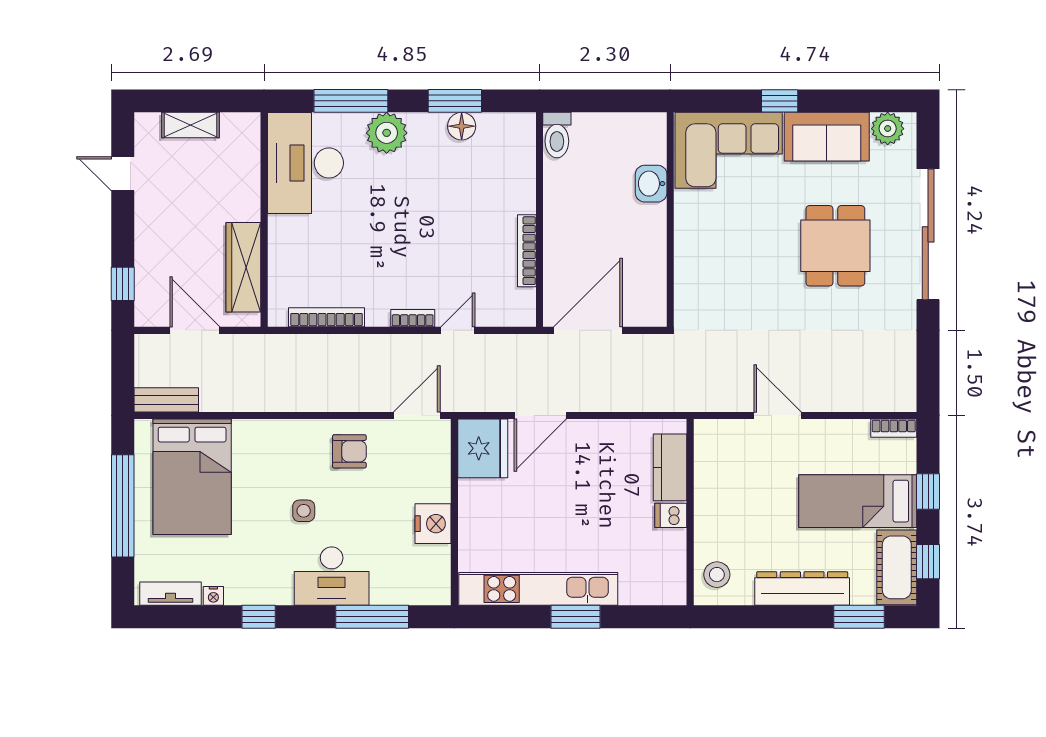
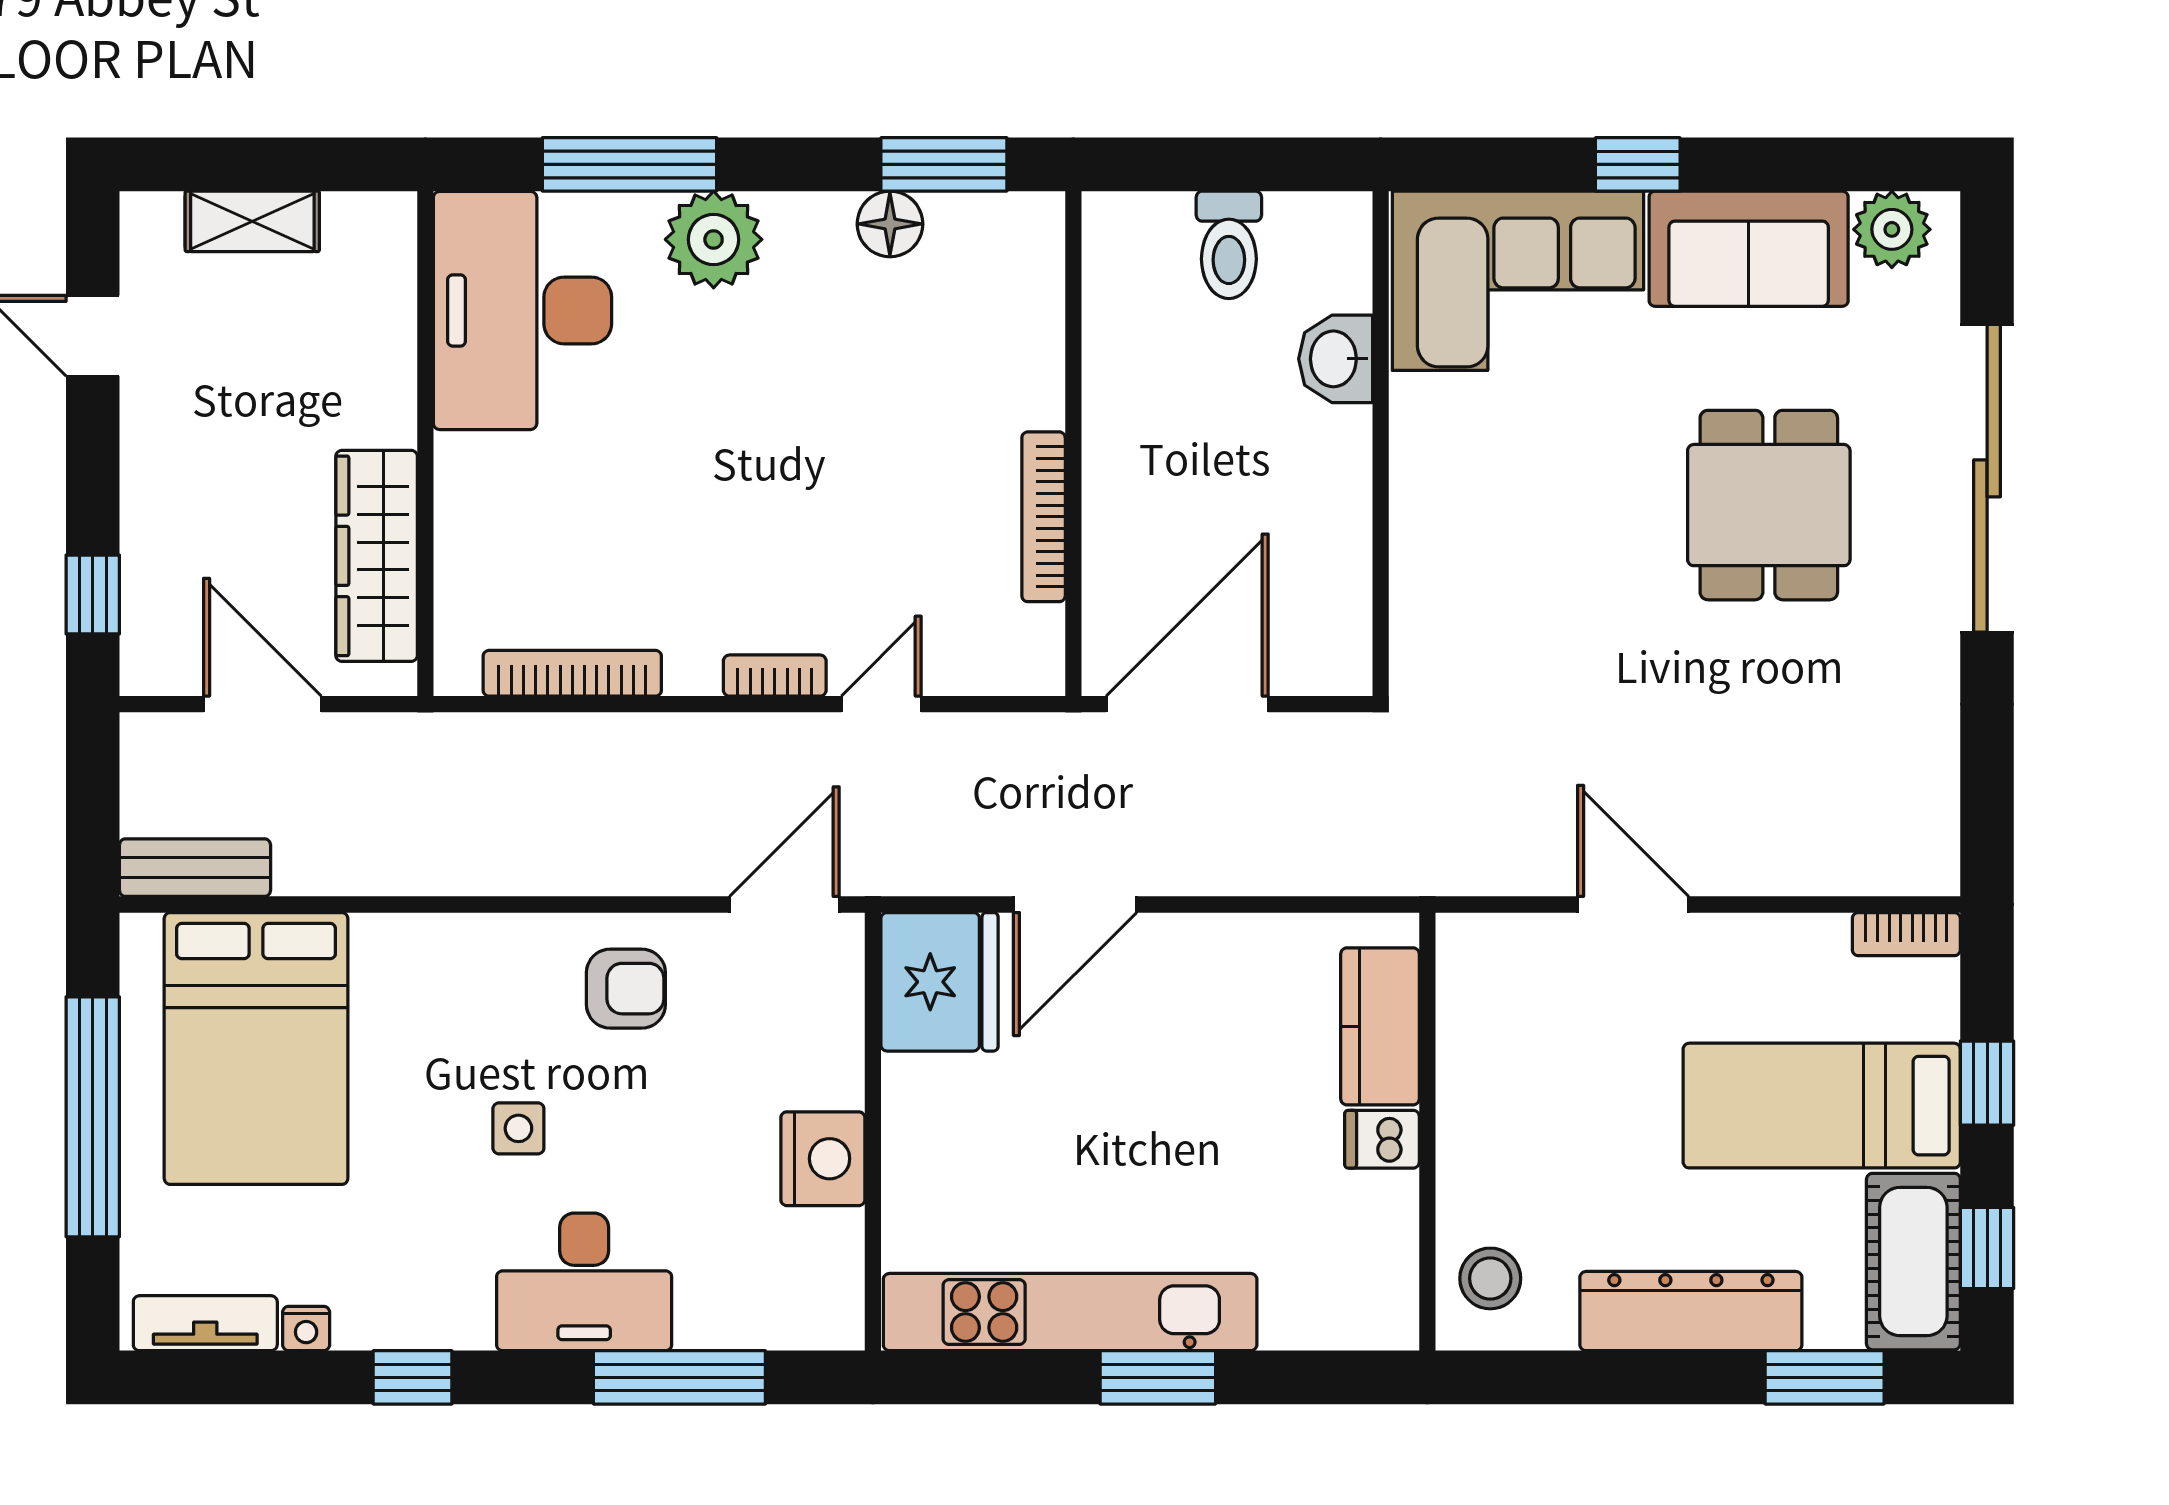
window: (455, 101) -> (944, 164), moved
toilet: (557, 135) -> (1229, 245), moved

